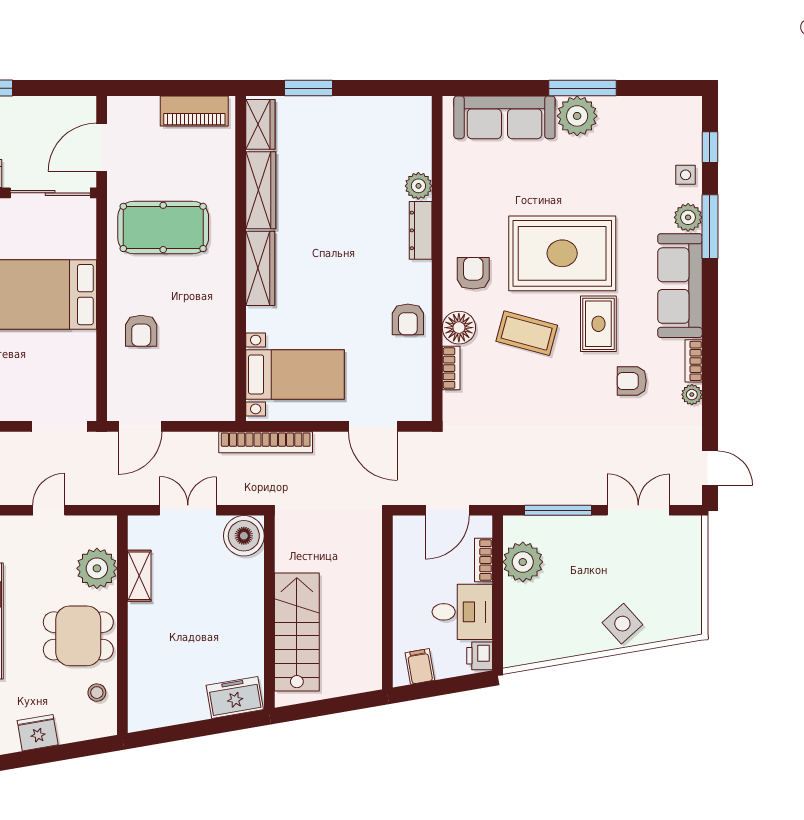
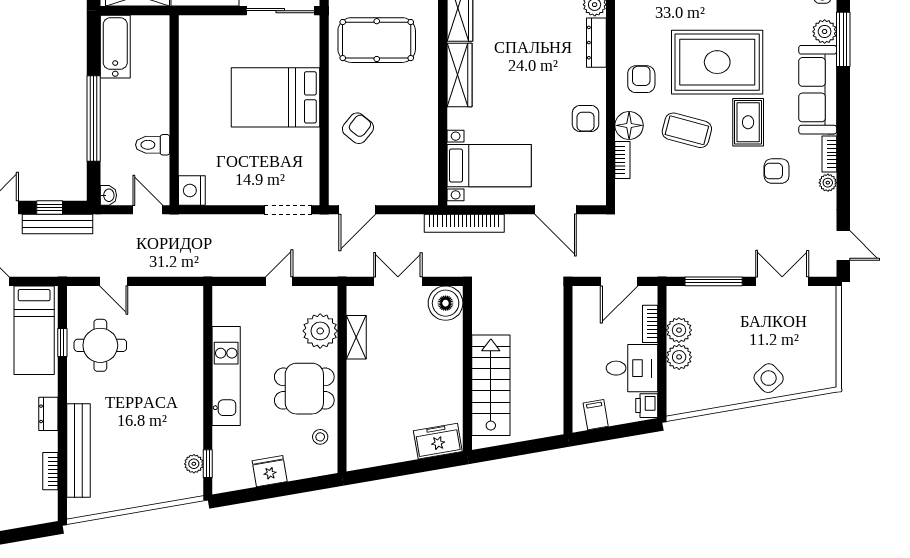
armchair: (141, 331) -> (358, 128), turned -141
plant: (523, 562) -> (679, 330), width x0.73, depth x0.73
plant: (518, 599) -> (679, 357), added

